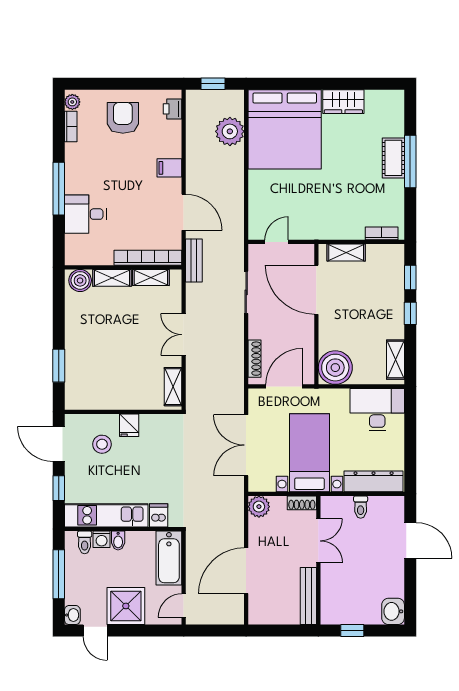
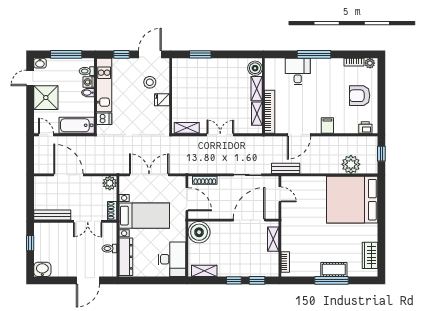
wardrobe: (343, 102) -> (370, 255), moved
armchair: (123, 118) -> (360, 96), turned 180
bench: (194, 260) -> (286, 168), moved

